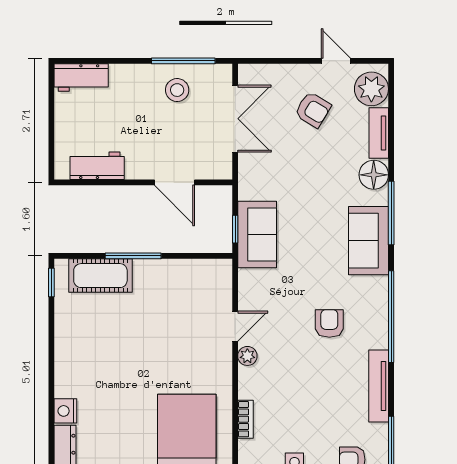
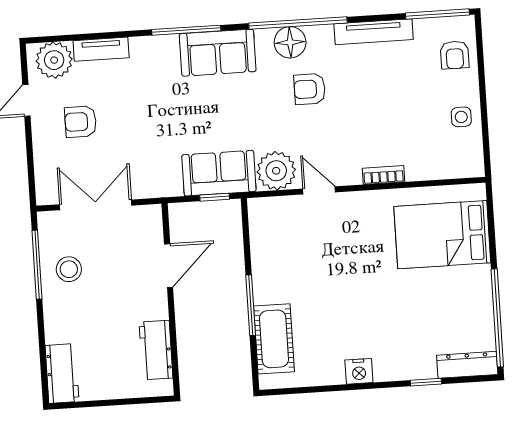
armchair: (313, 110) -> (81, 122), turned -121
floor lamp: (374, 175) -> (290, 42), moved
window: (51, 283) -> (426, 382), moved
plant: (247, 356) -> (276, 171), moved, width x1.88, depth x1.88
nightstand: (65, 411) -> (359, 371), moved
bookcase: (245, 419) -> (383, 175), moved

